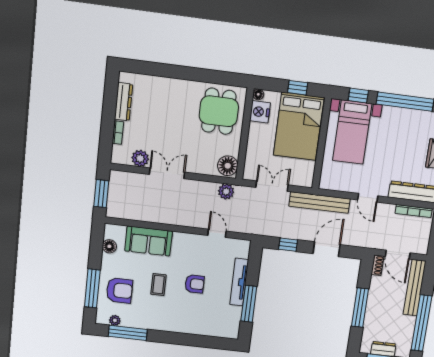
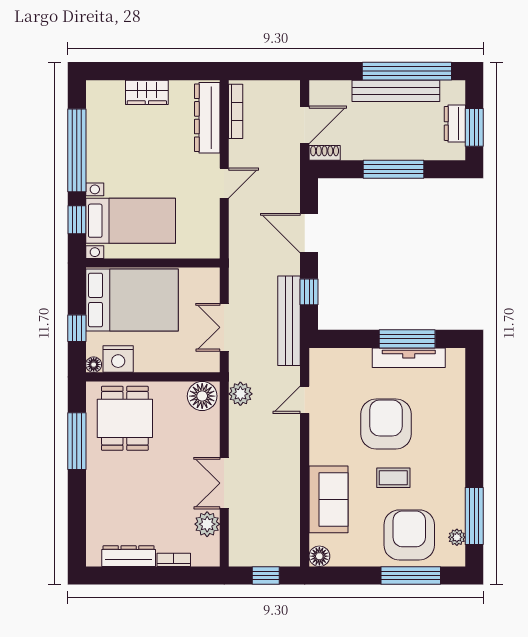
window: (207, 76) -> (77, 441), added
window: (298, 88) -> (77, 328), moved
dining table: (219, 111) -> (125, 418), turned 90
window: (101, 194) -> (266, 575), width x0.67
bench: (320, 202) -> (289, 321), moved
floor lamp: (109, 246) -> (319, 556), moved
tv unit: (239, 282) -> (409, 358), moved
armchair: (195, 284) -> (386, 424), width x1.88, depth x1.88
bench: (415, 288) -> (396, 91), moved
armchair: (119, 290) -> (409, 535), width x1.36, depth x1.36

